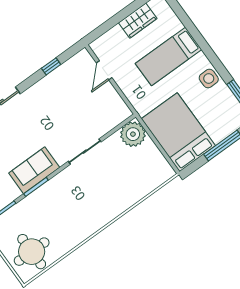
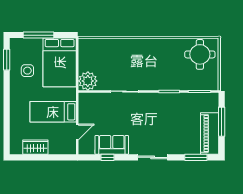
bed: (169, 56) -> (53, 112), moved, turned 180
side table: (209, 79) -> (27, 71), moved
sofa: (34, 170) -> (112, 145), moved, turned 180

